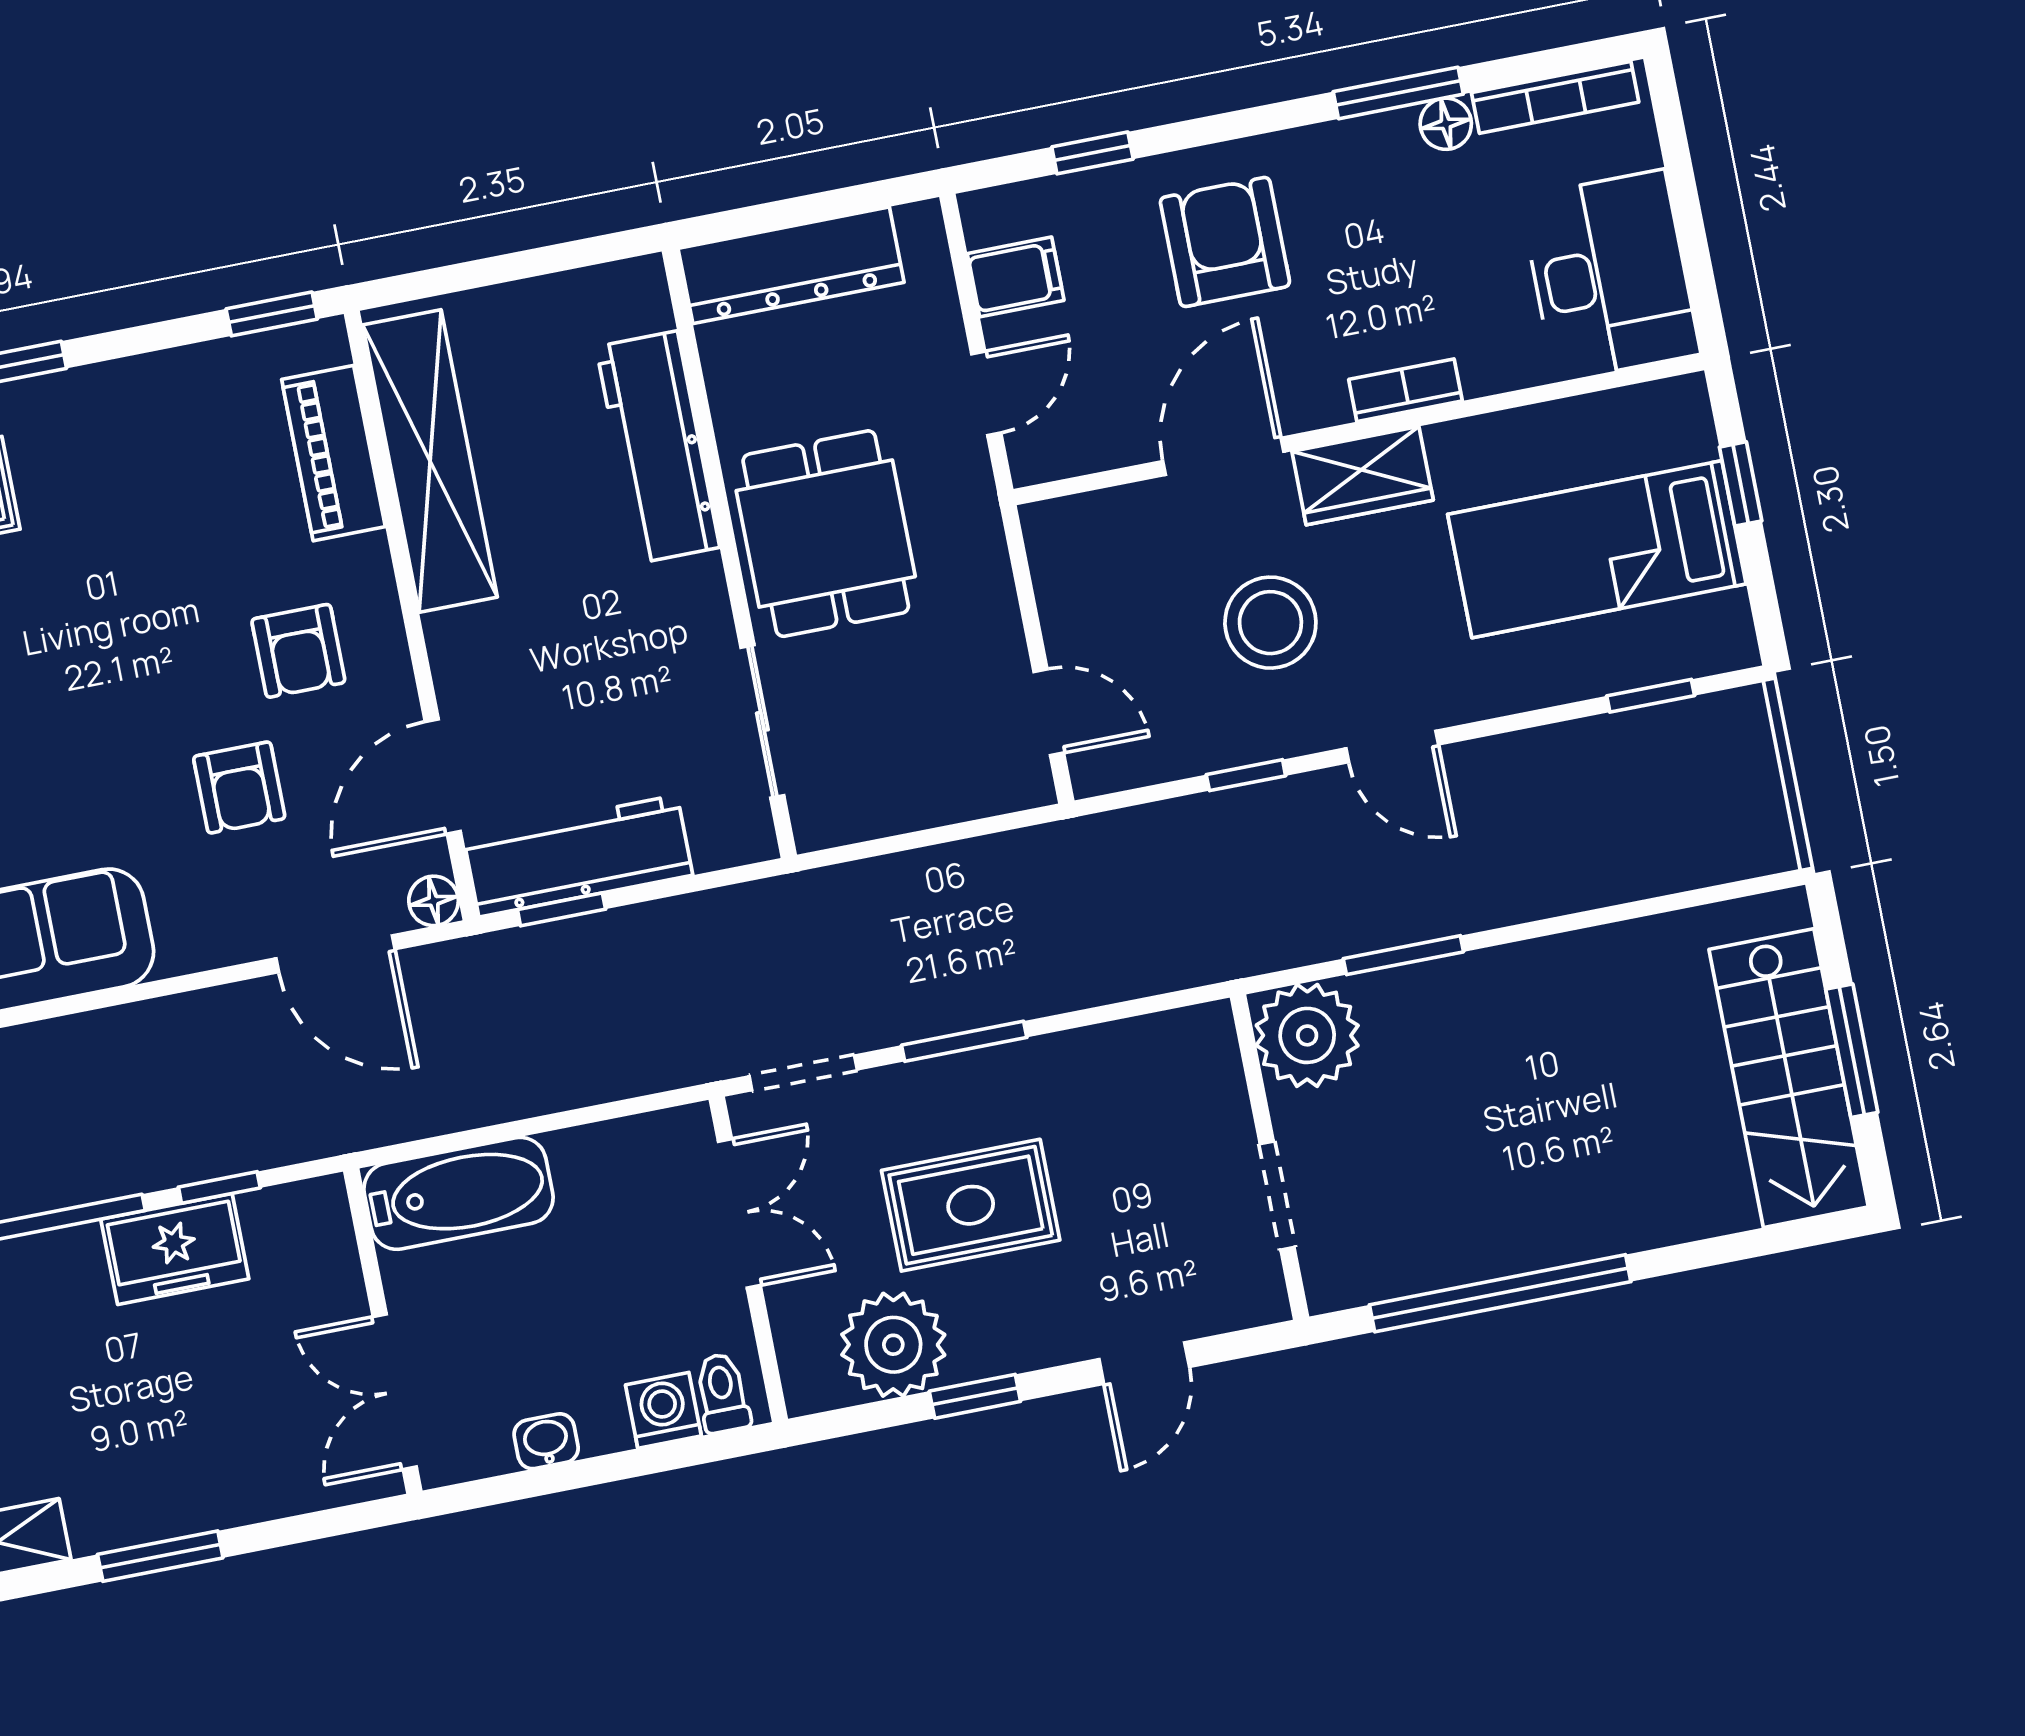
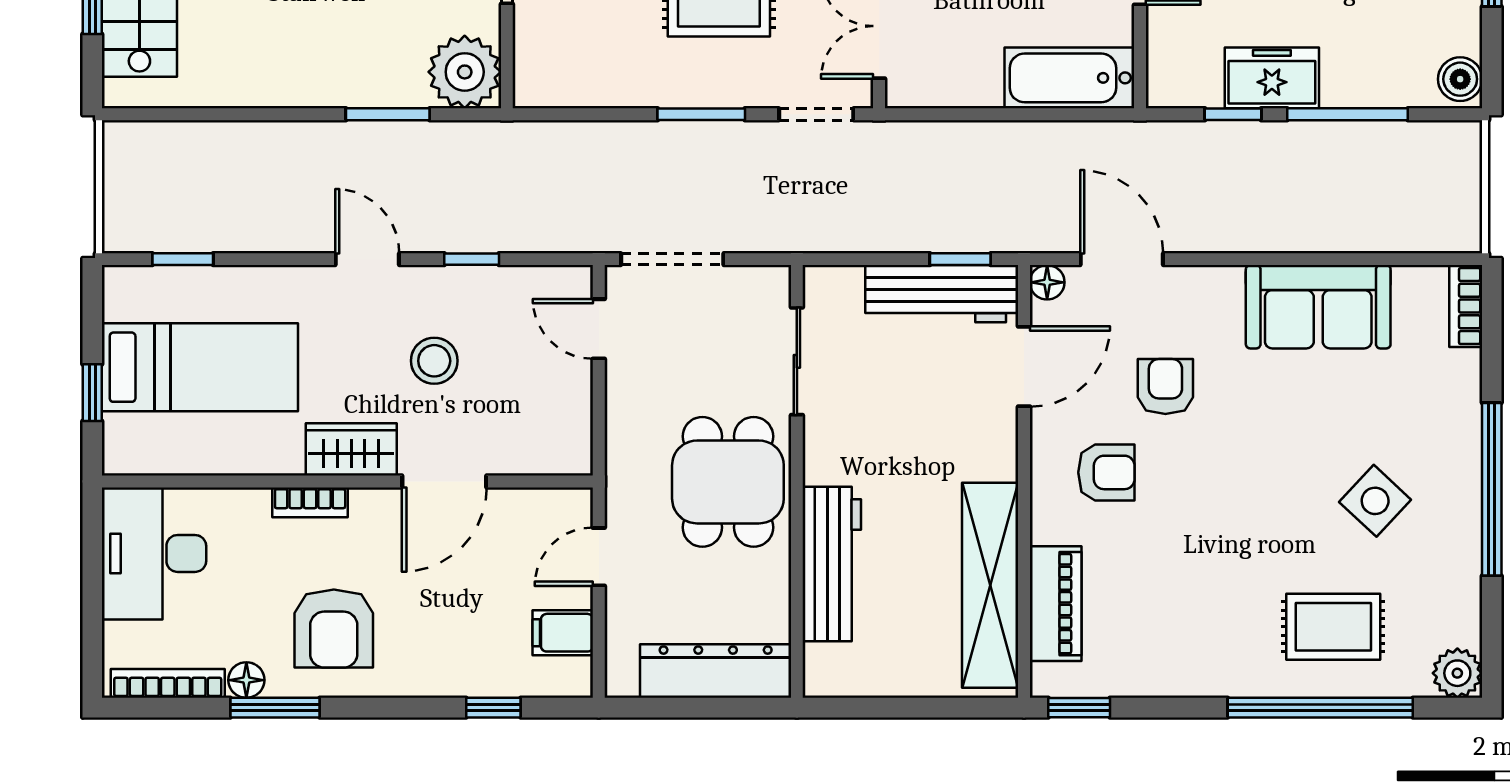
armchair: (1225, 242) -> (334, 629), moved
stool: (1270, 623) -> (434, 361), width x0.73, depth x0.73
armchair: (298, 651) -> (1106, 472), turned 90
doorway: (965, 830) -> (672, 259), added

